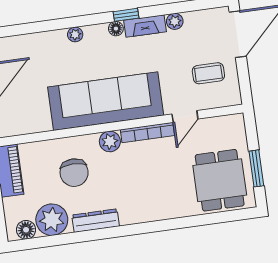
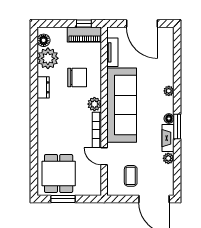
window: (126, 15) -> (177, 127), width x1.50
tv unit: (30, 126) -> (112, 52), added
chair: (74, 173) -> (77, 77), turned 180
dining table: (220, 180) -> (59, 173), turned 90
dresser: (96, 221) -> (43, 87), width x0.70

